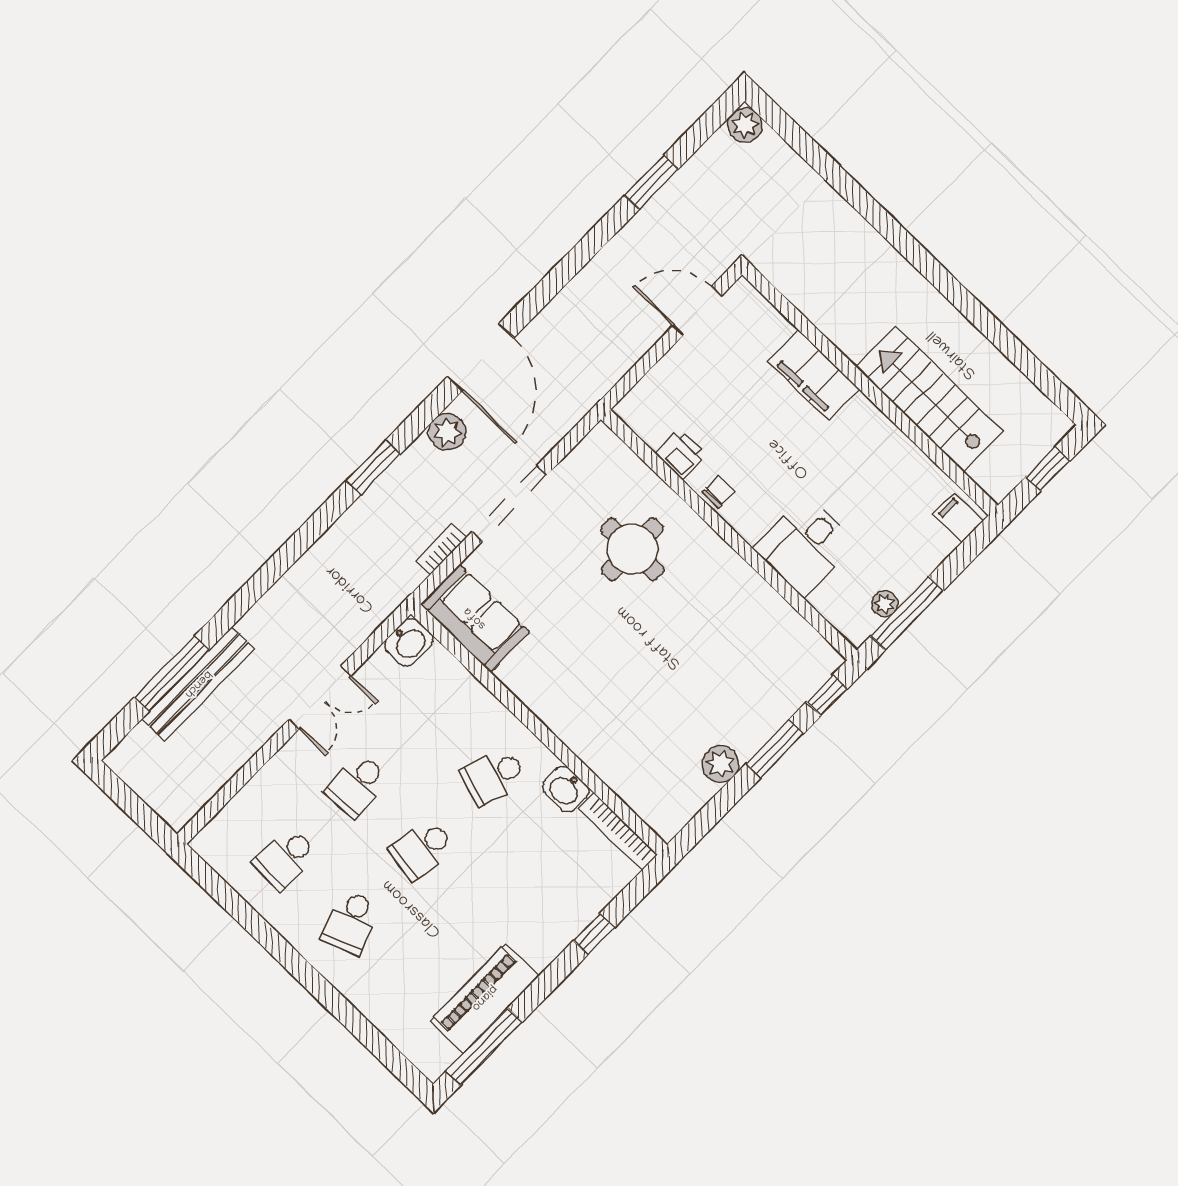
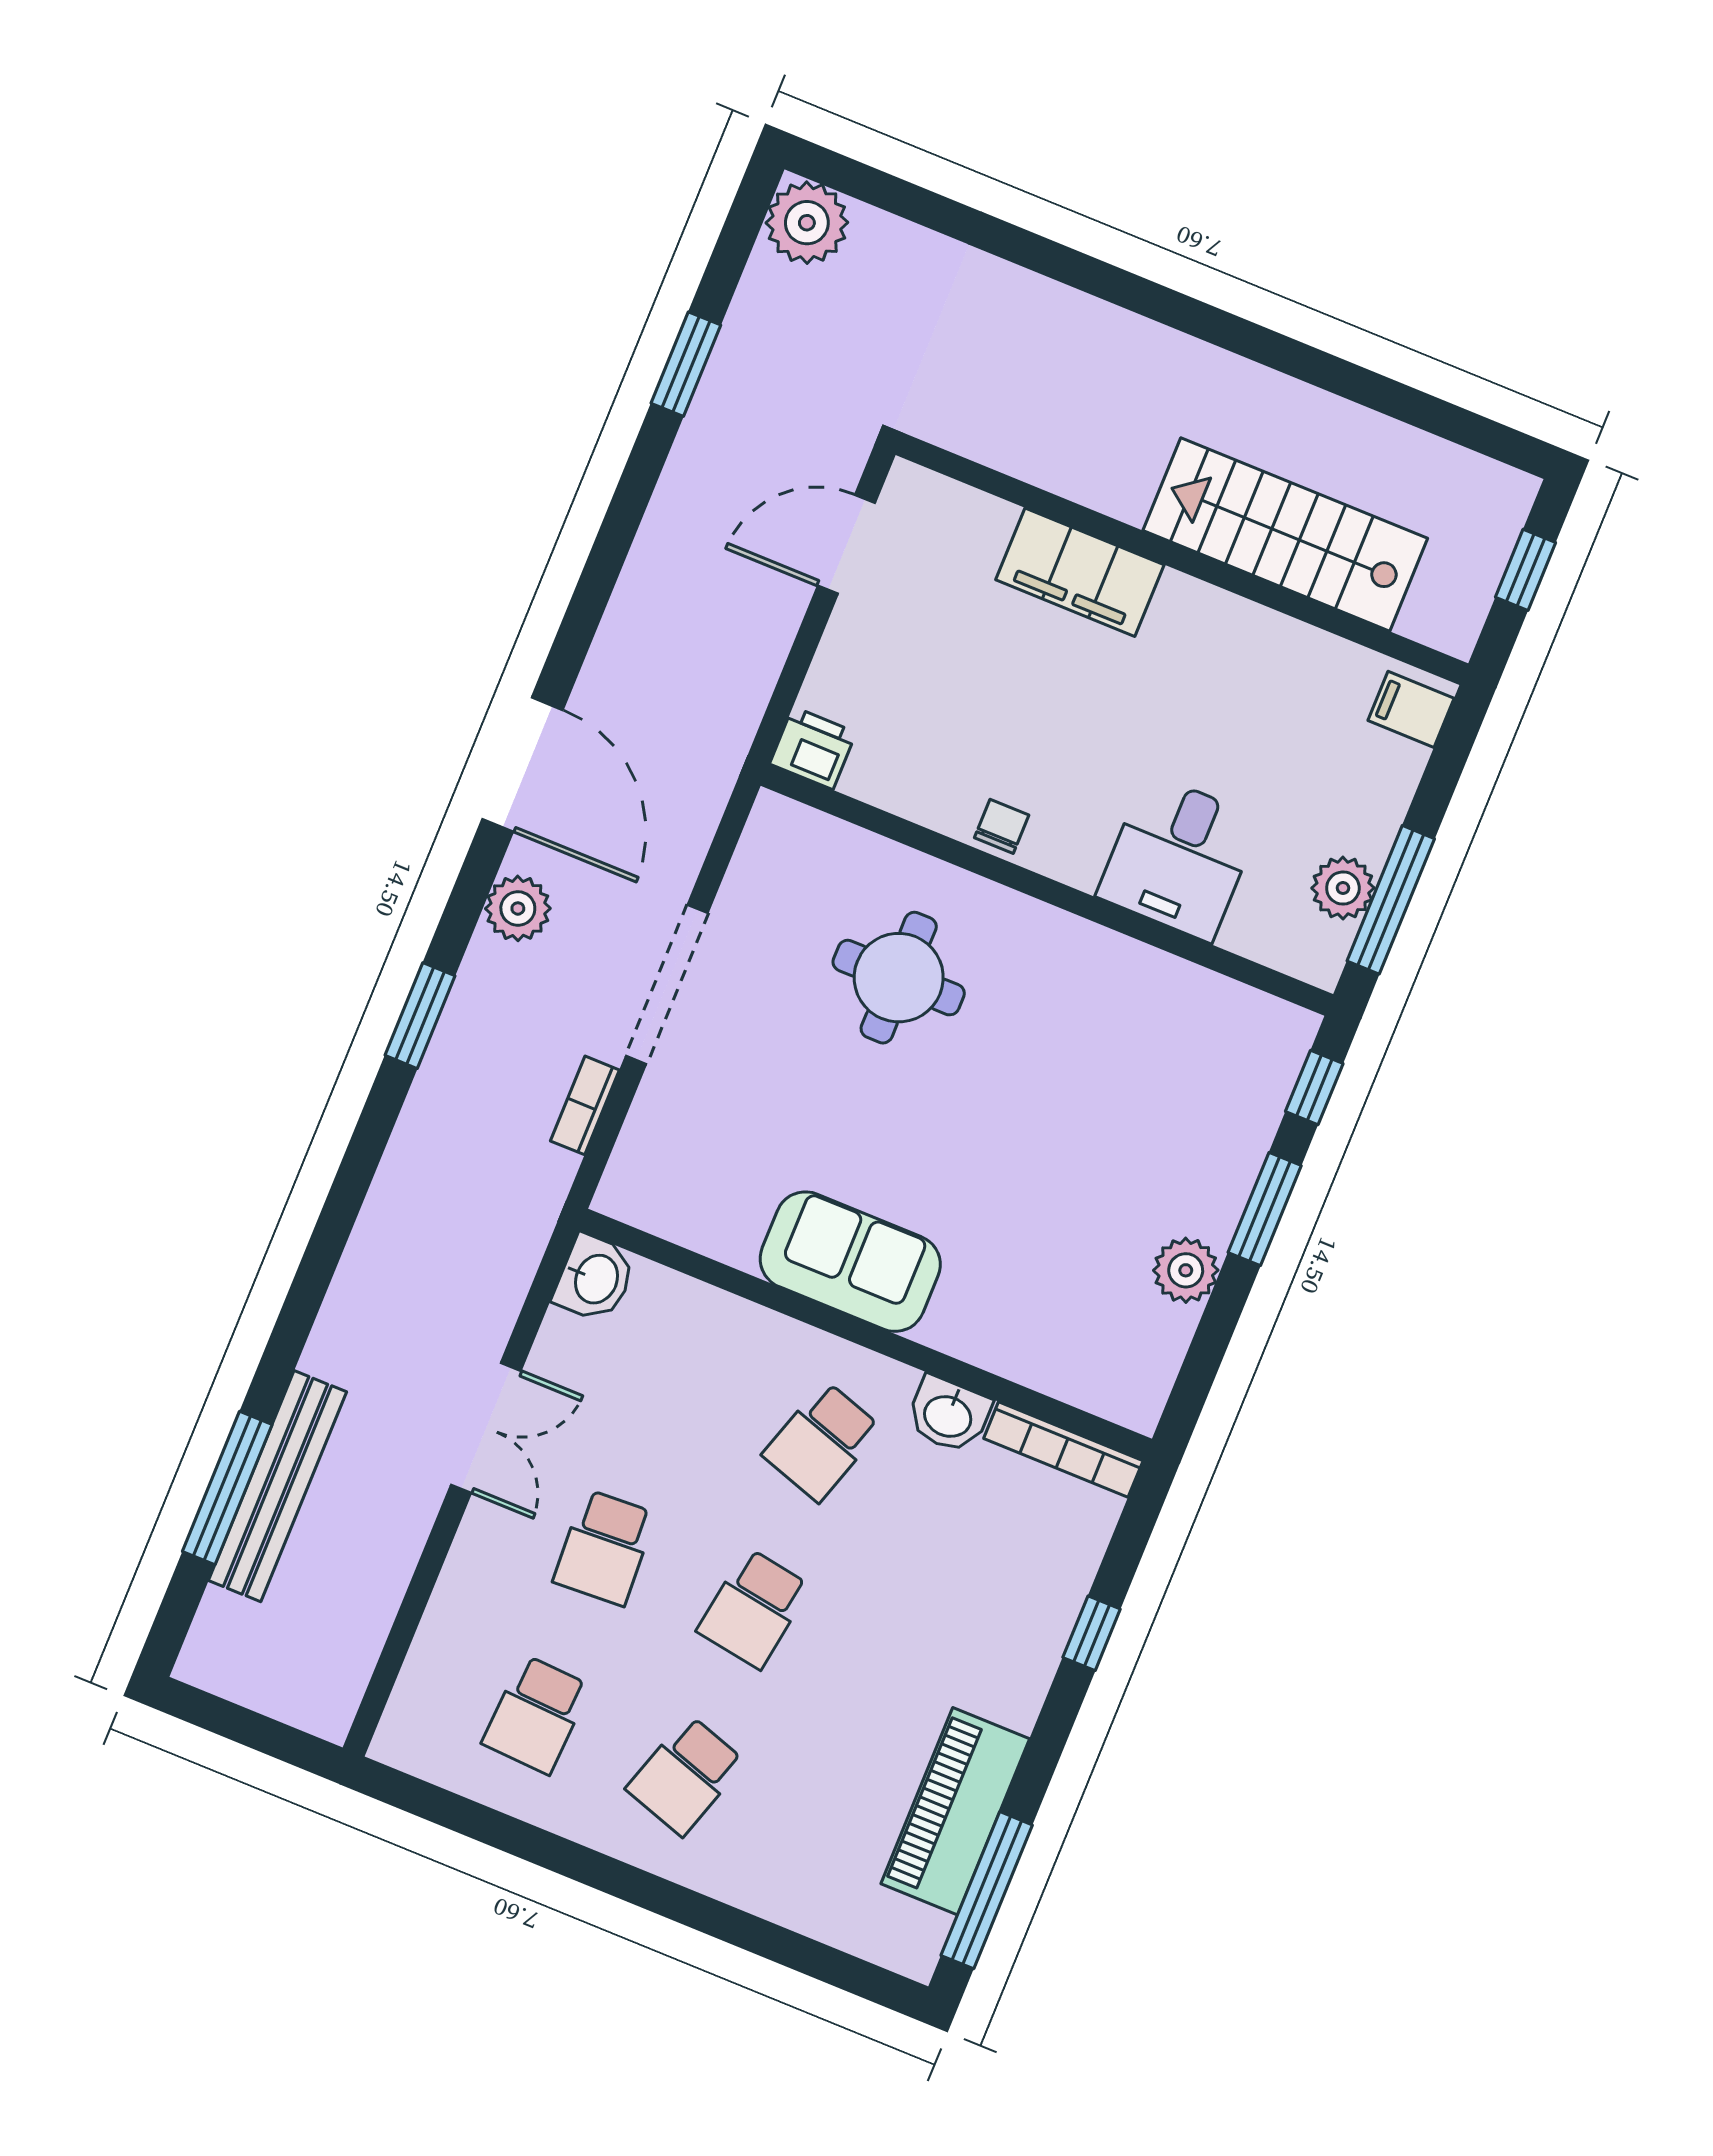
plant: (745, 125) -> (807, 223), width x1.36, depth x1.36
printer: (681, 454) -> (813, 748), moved
plant: (885, 604) -> (1343, 888), width x1.38, depth x1.38
sofa: (475, 618) -> (850, 1262), moved
school desk: (351, 922) -> (686, 1775), turned 39

